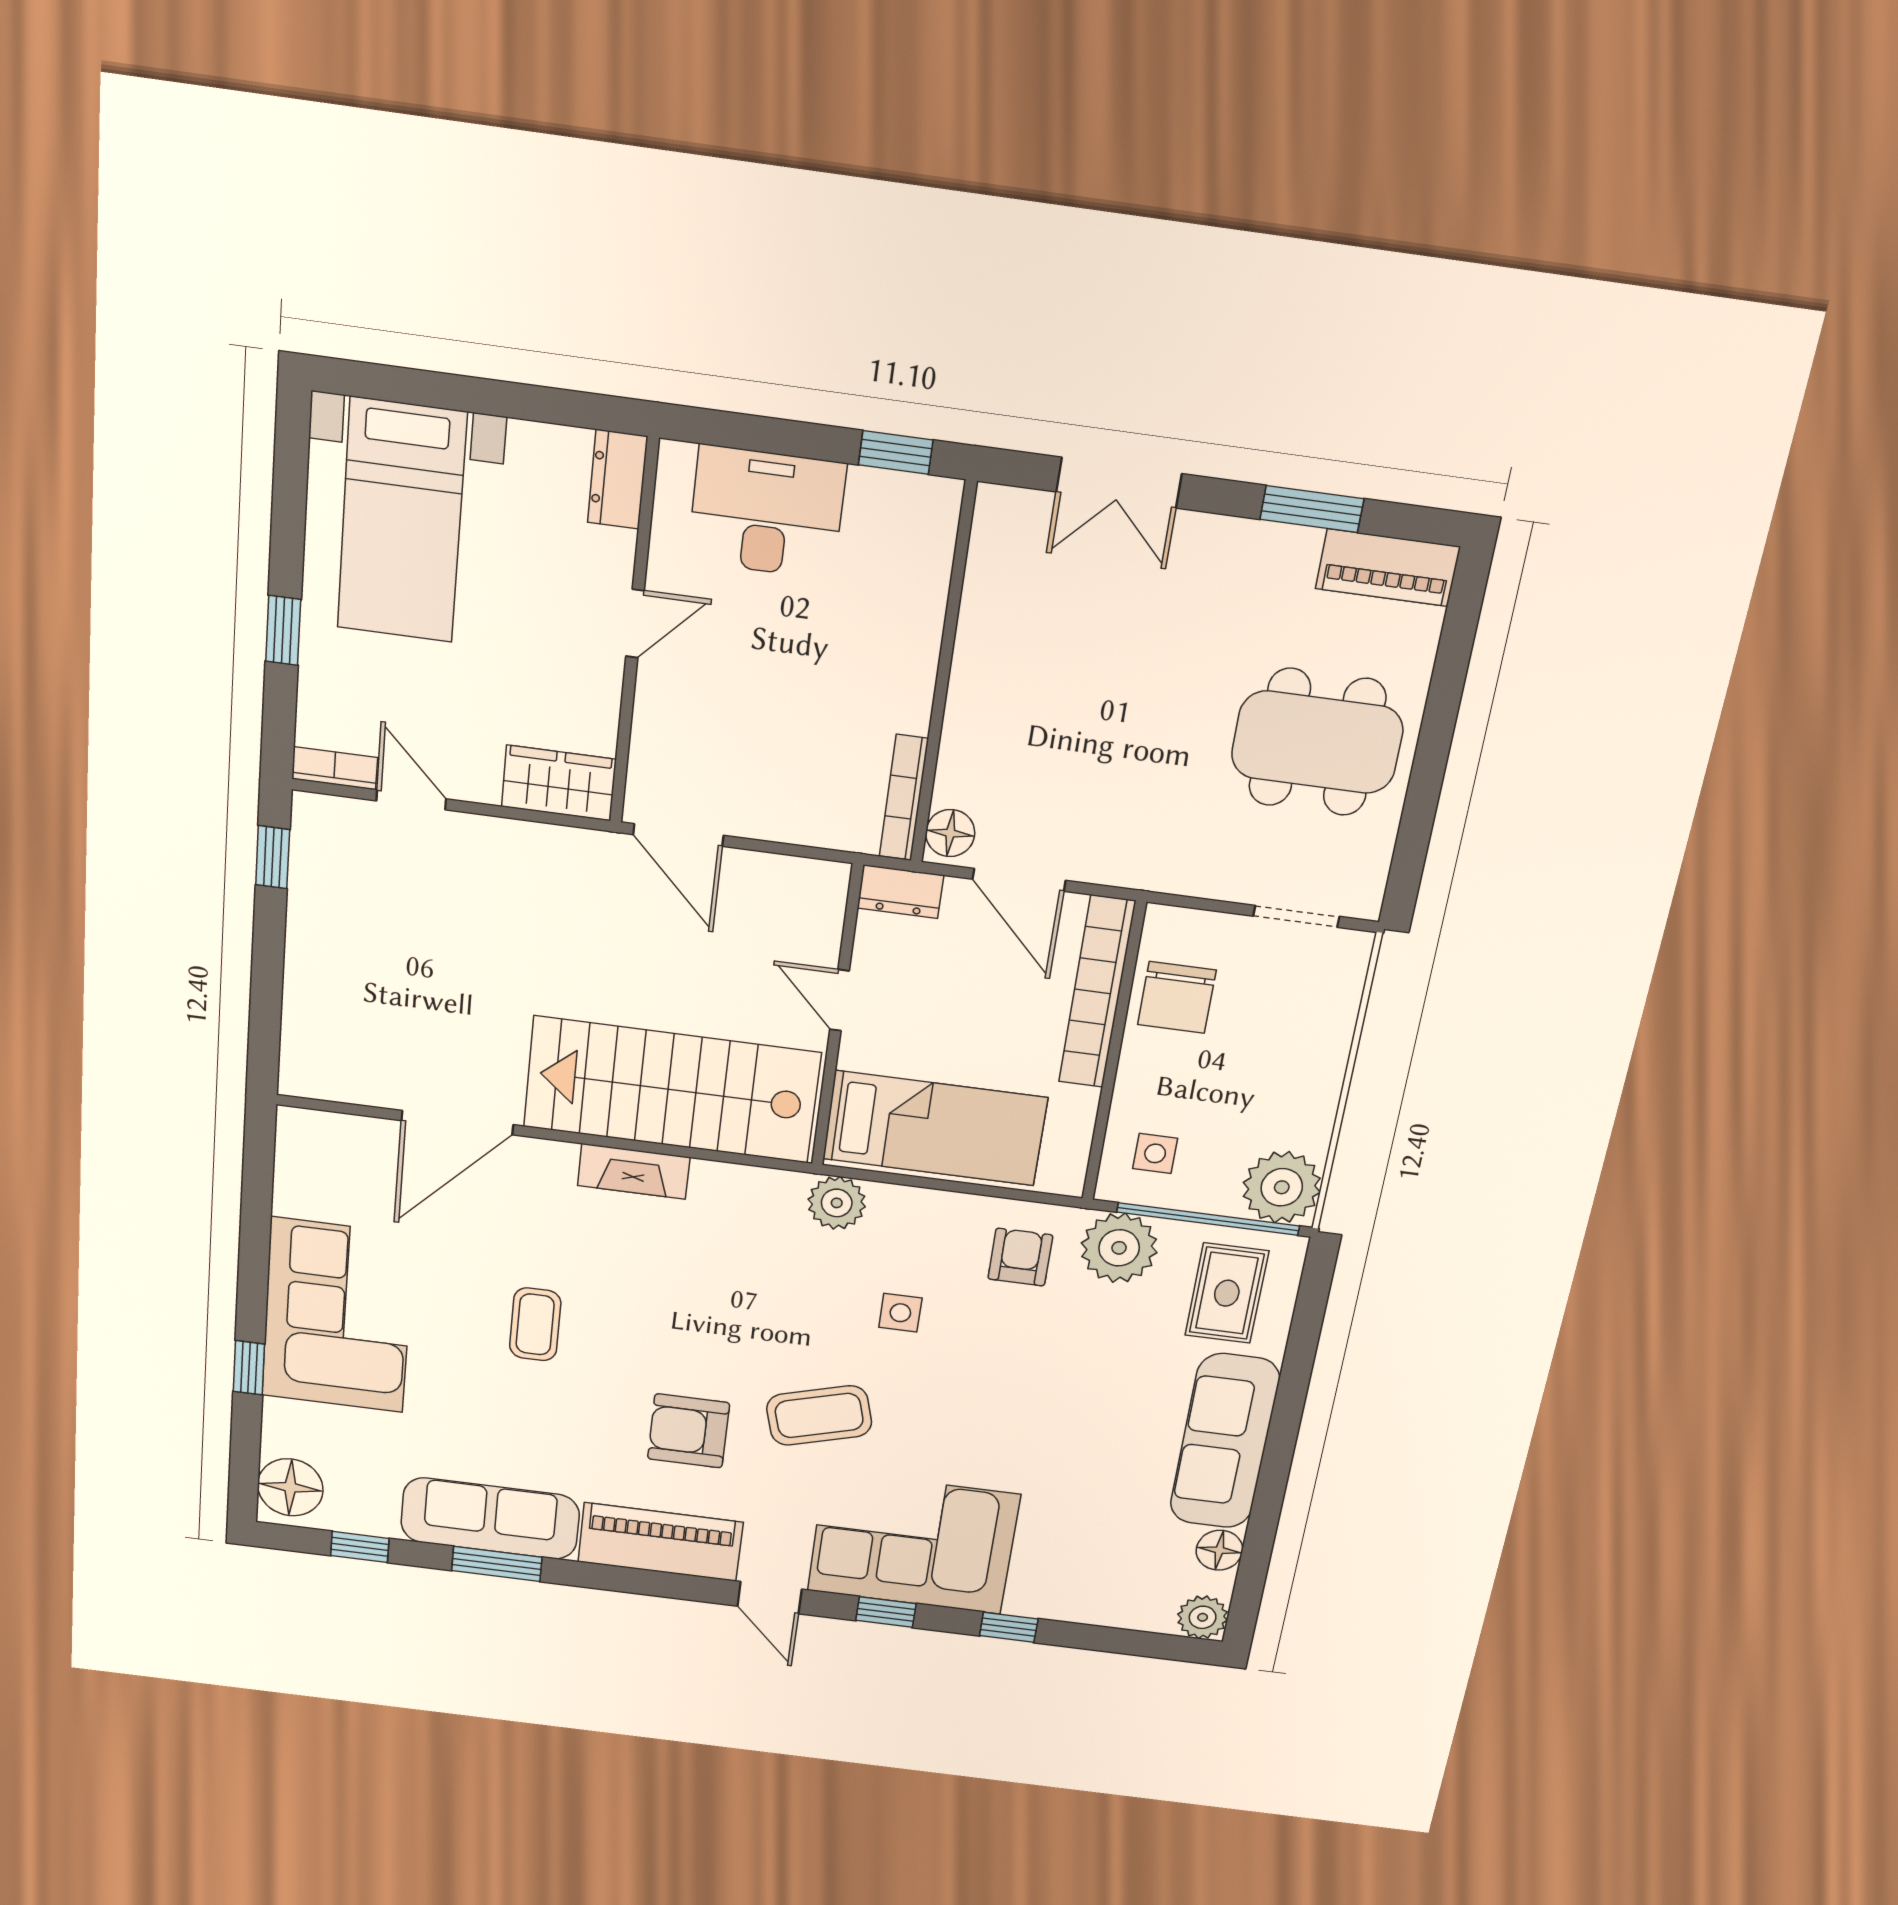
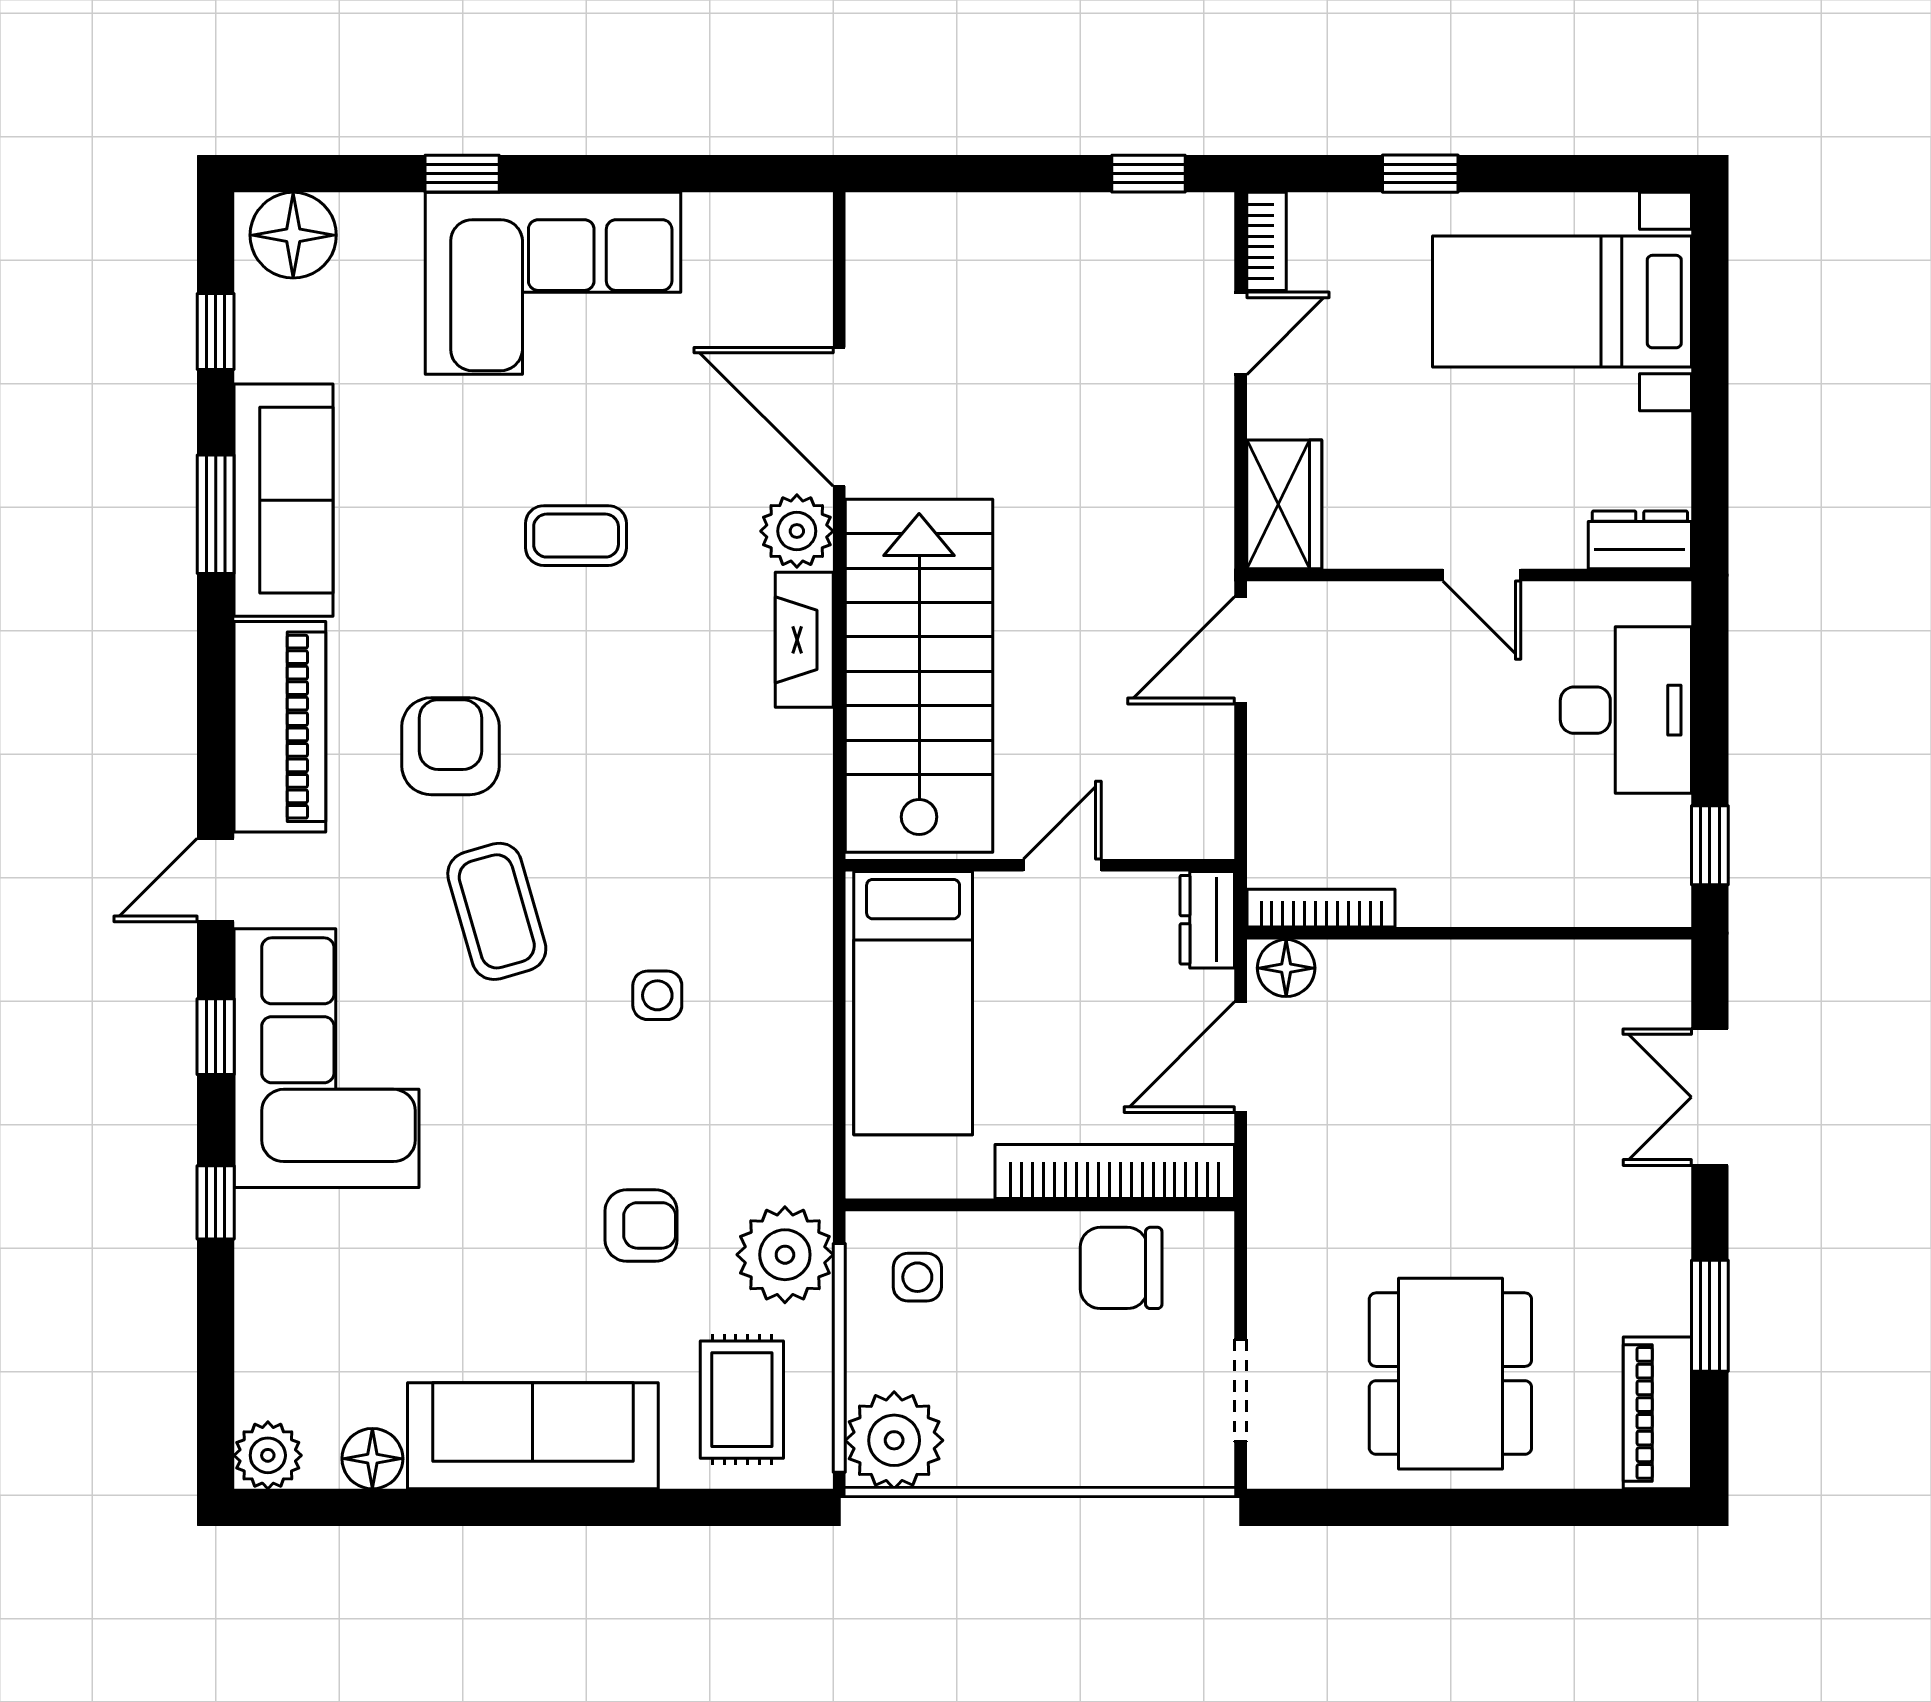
plant: (837, 1203) -> (797, 531), moved
armchair: (1020, 1257) -> (641, 1225), moved
rug: (1227, 1293) -> (742, 1400), turned 90

